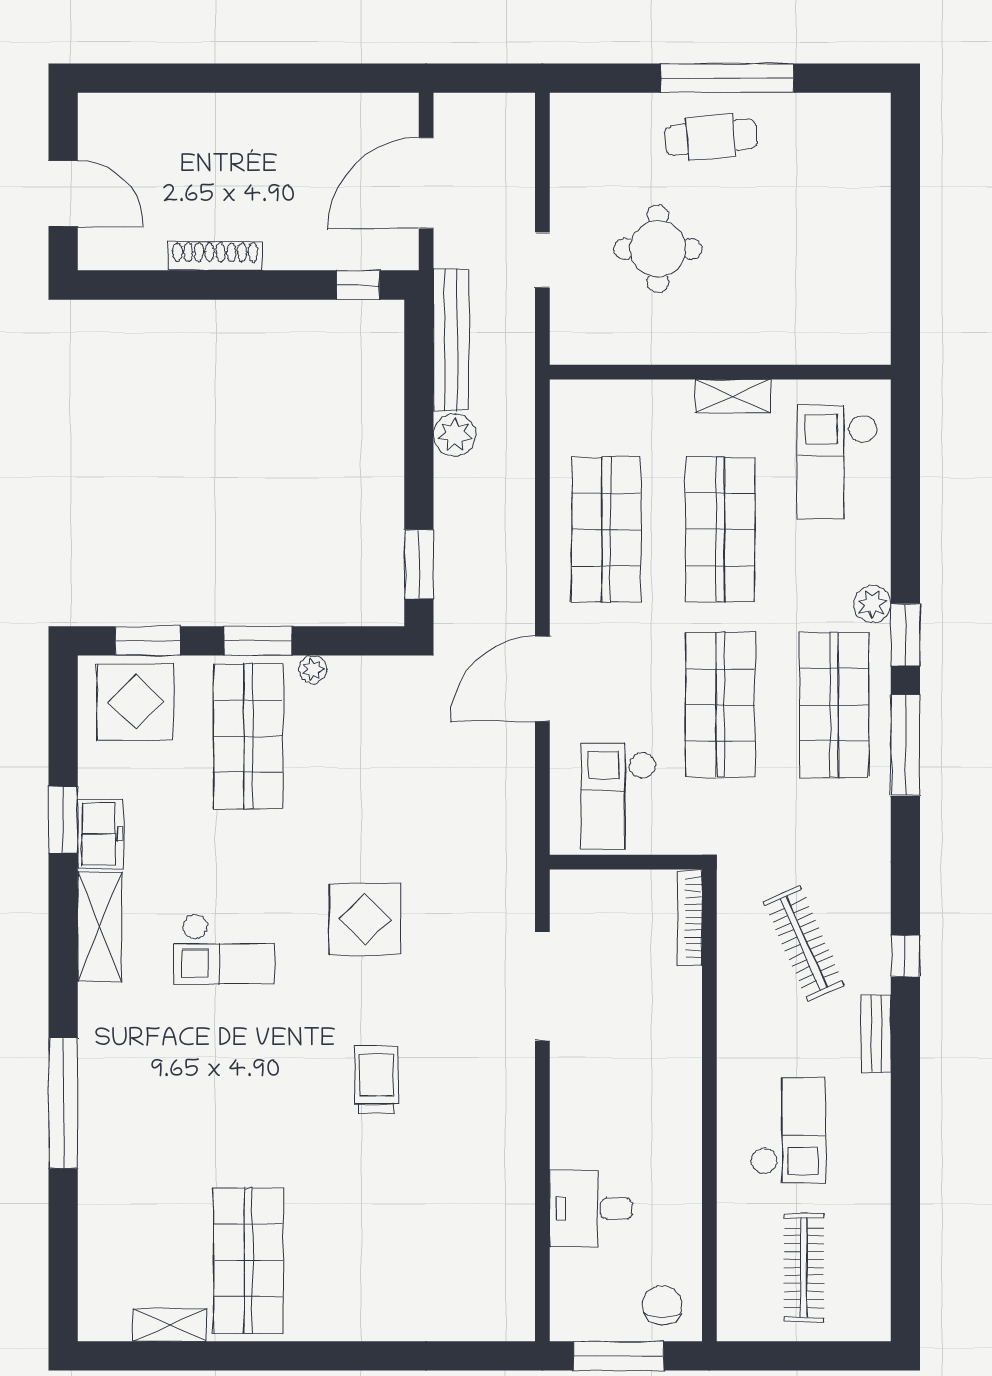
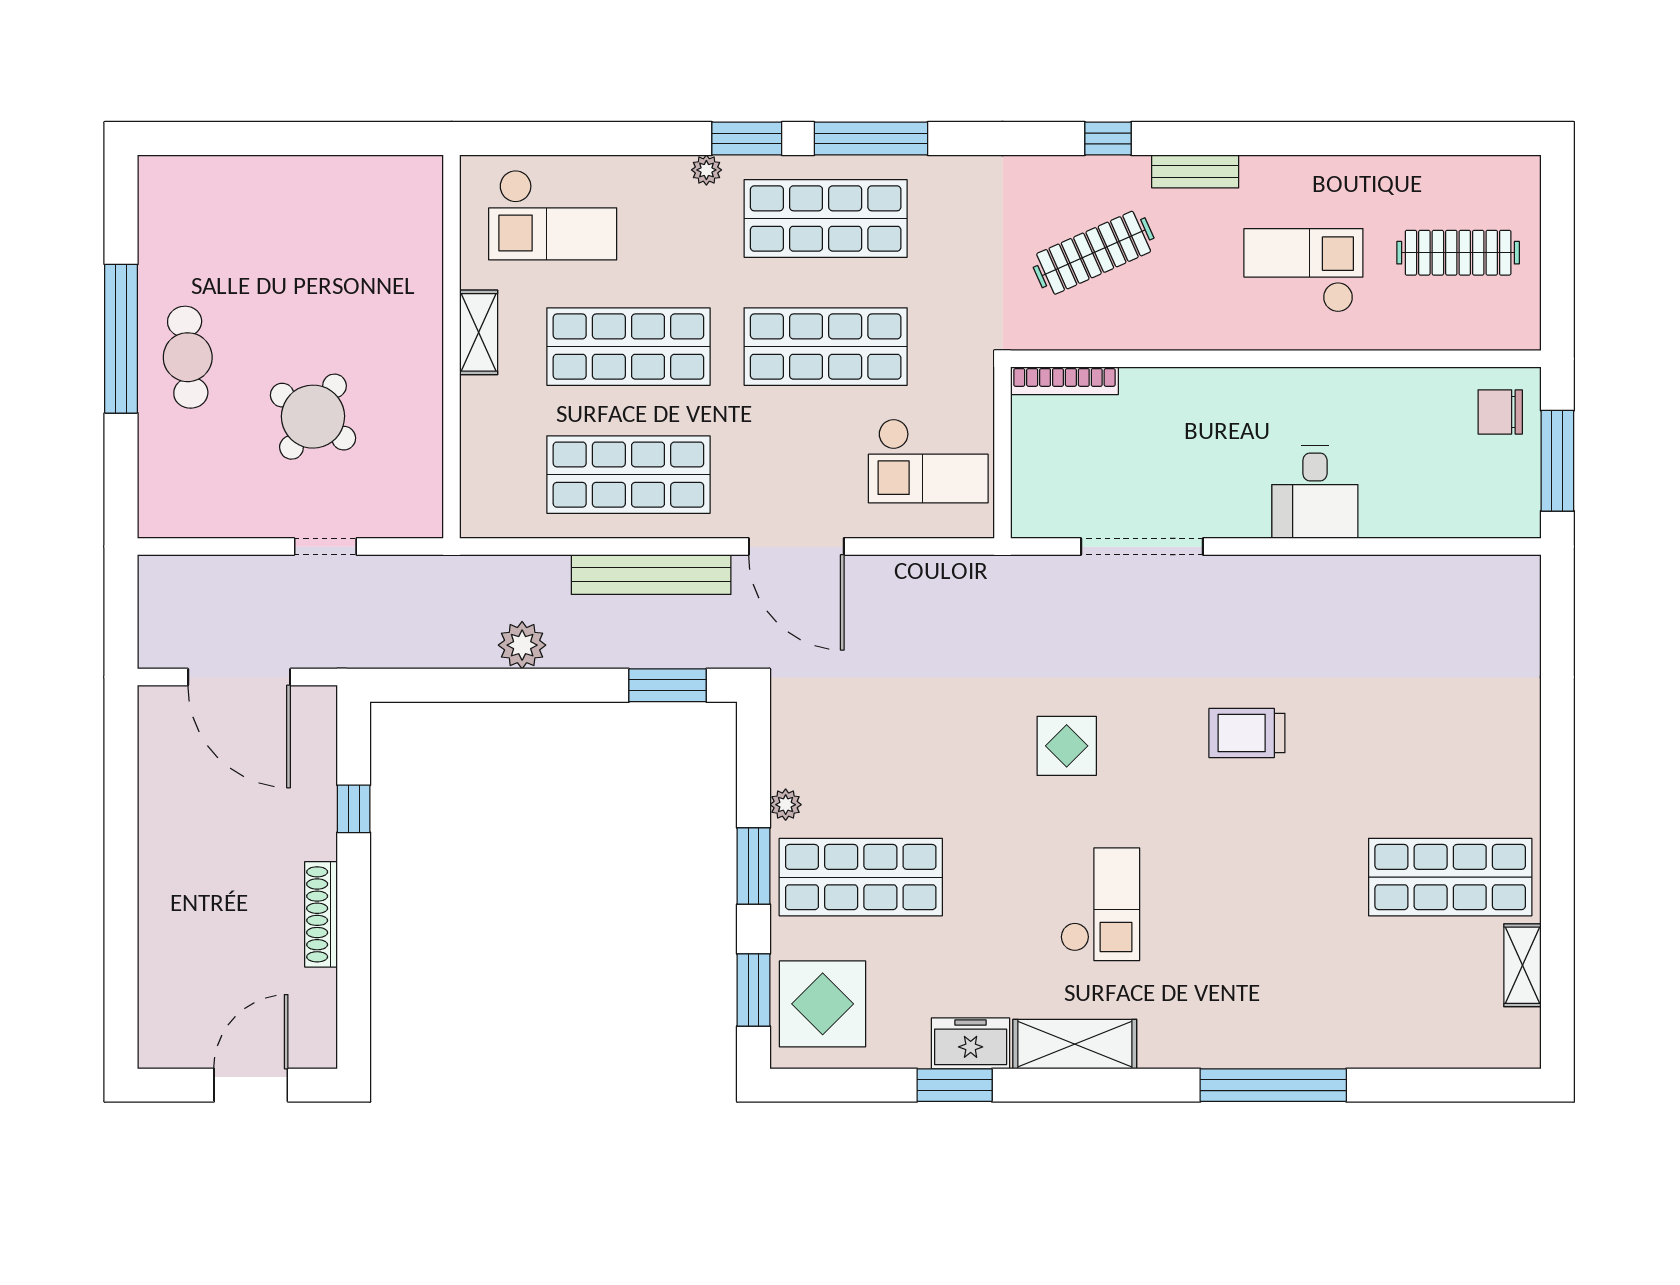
round table: (658, 249) -> (313, 417), turned 35
window: (358, 285) -> (354, 809), moved
bench: (451, 340) -> (651, 575), moved
plant: (872, 604) -> (706, 170), width x0.73, depth x0.73
display table: (365, 919) -> (1067, 746), width x0.73, depth x0.73
desk: (591, 1209) -> (1315, 492), moved

